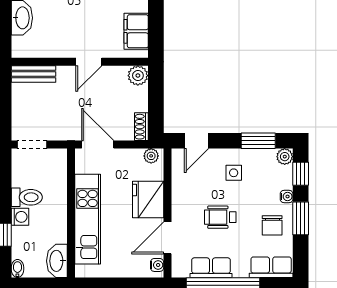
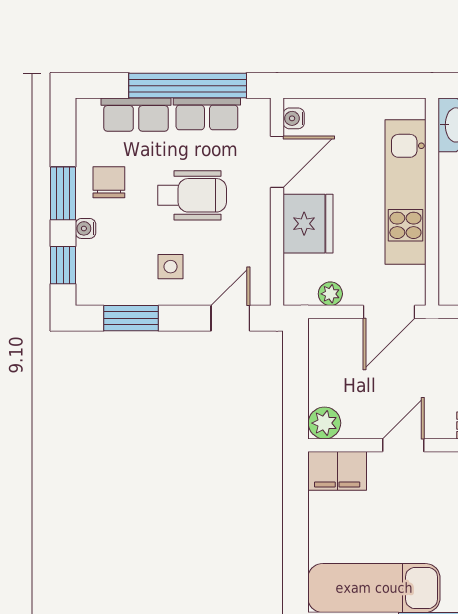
filing cabinet: (136, 31) -> (337, 471), moved, turned 90
shoe rack: (141, 127) -> (319, 341), removed
door: (98, 145) -> (389, 312), hinge flipped
plant: (151, 156) -> (330, 294), moved
plant: (285, 157) -> (88, 293), removed
wheelchair: (220, 217) -> (192, 195), width x1.36, depth x1.37
row of seats: (271, 267) -> (136, 115), moved

